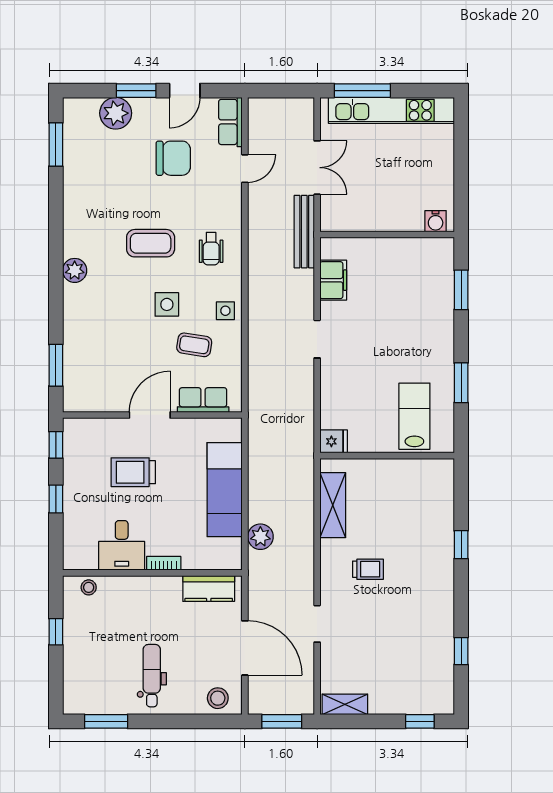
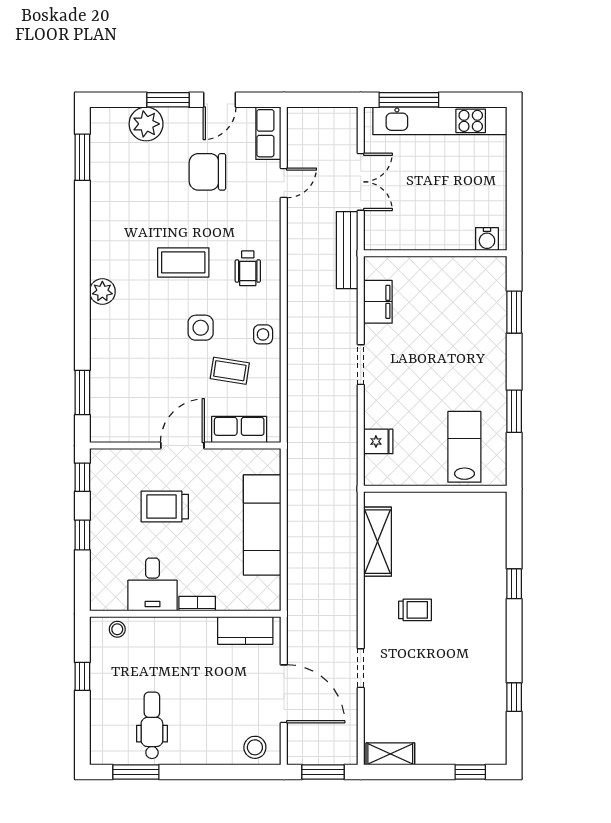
chair: (173, 158) -> (207, 172), turned 180
fridge: (334, 441) -> (378, 441), moved
plant: (260, 537) -> (300, 575), removed
dental chair: (152, 676) -> (152, 725), moved

